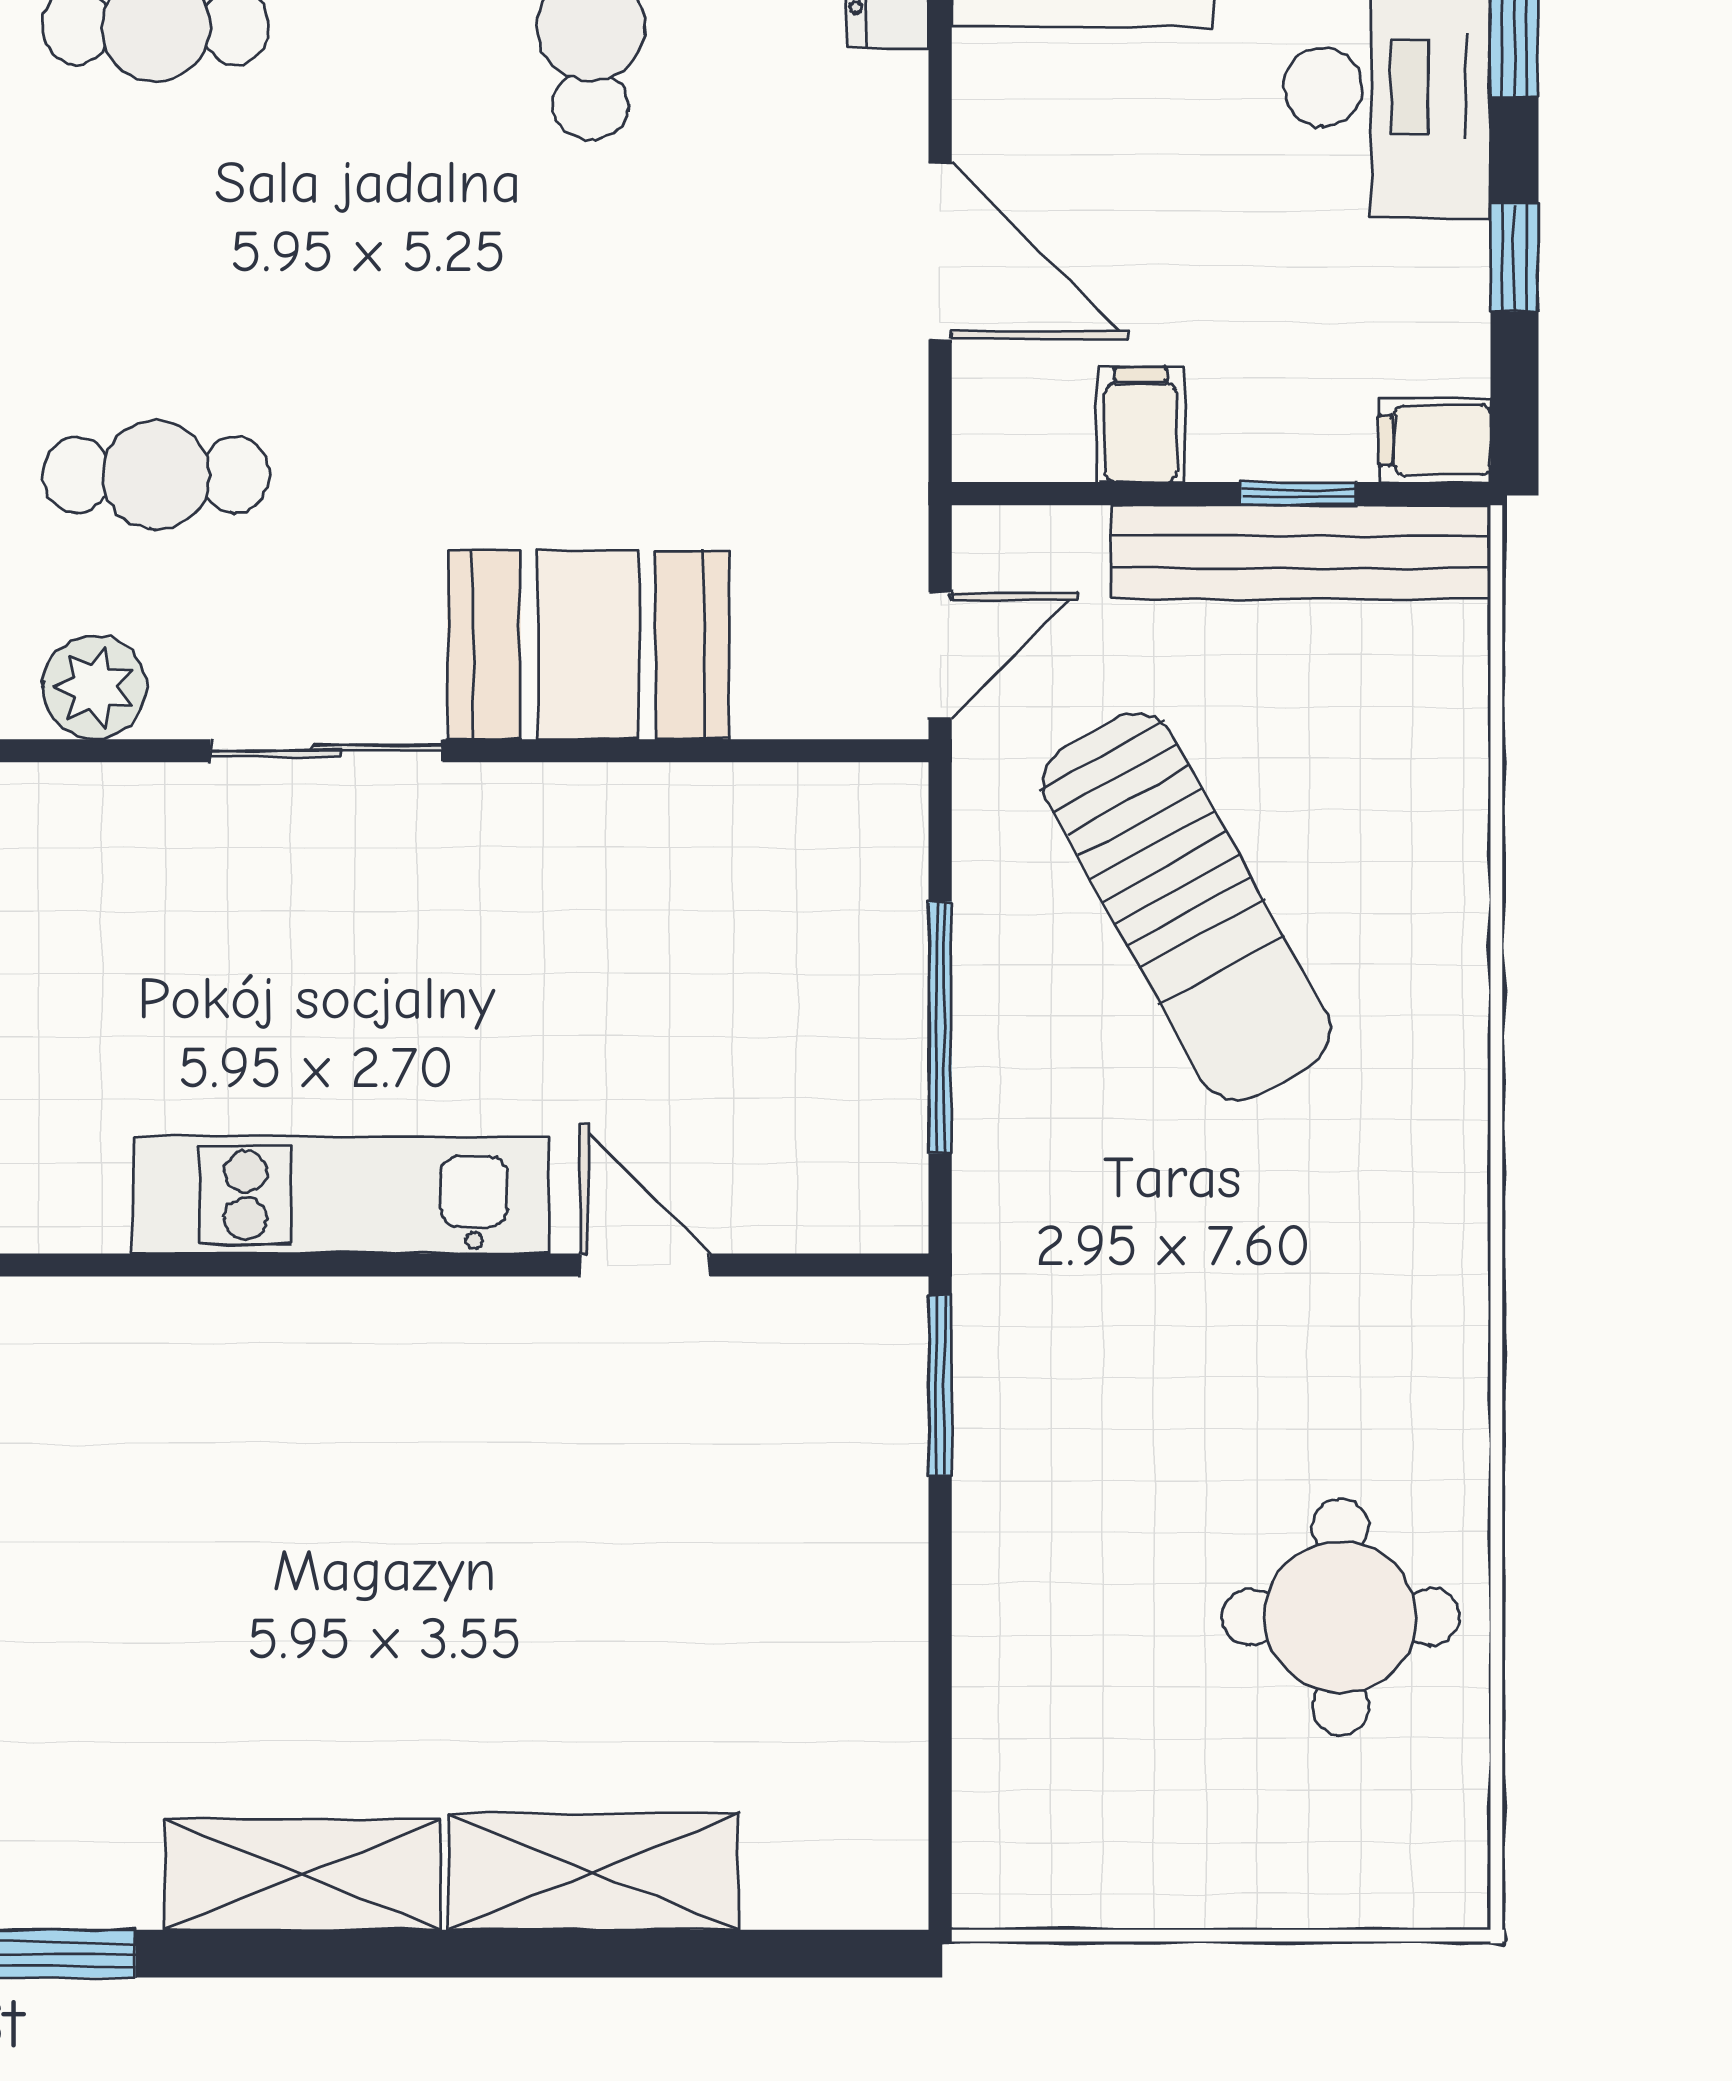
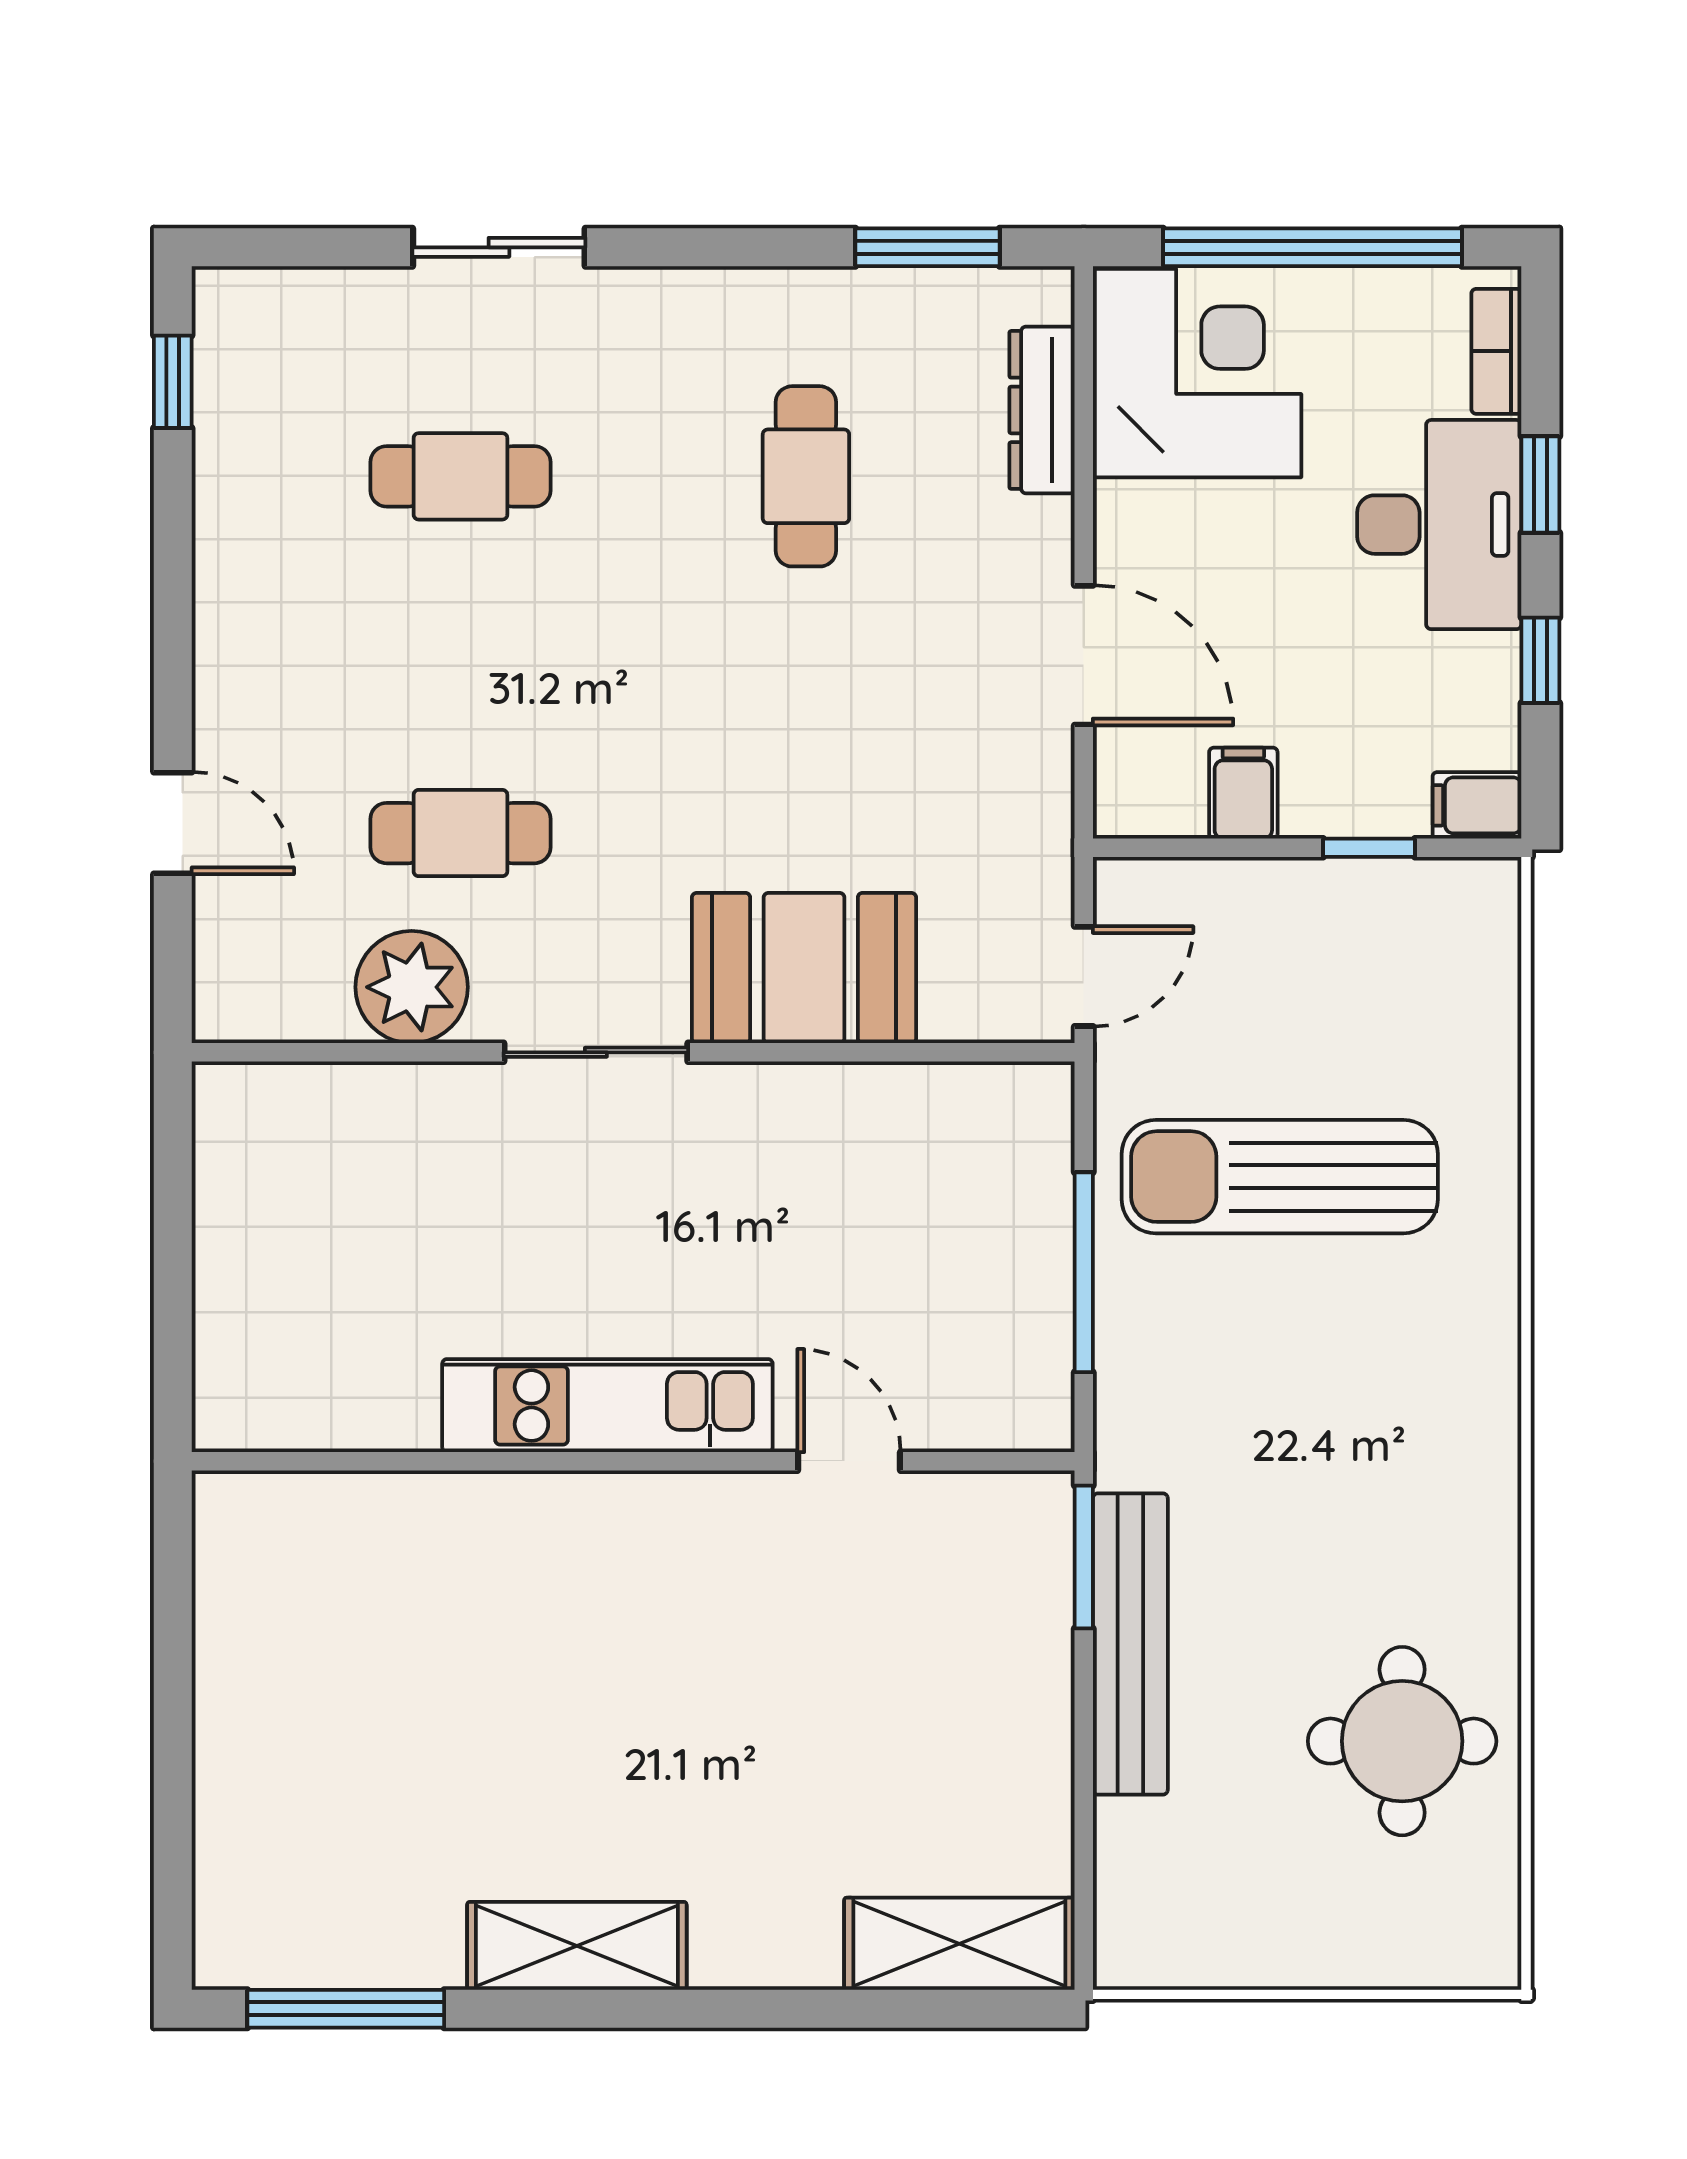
bench: (1301, 552) -> (1130, 1644), moved, turned 90
plant: (95, 687) -> (412, 987), width x1.36, depth x1.36
sun lounger: (1187, 907) -> (1280, 1177), turned 119
shelving: (593, 1872) -> (959, 1944), moved

